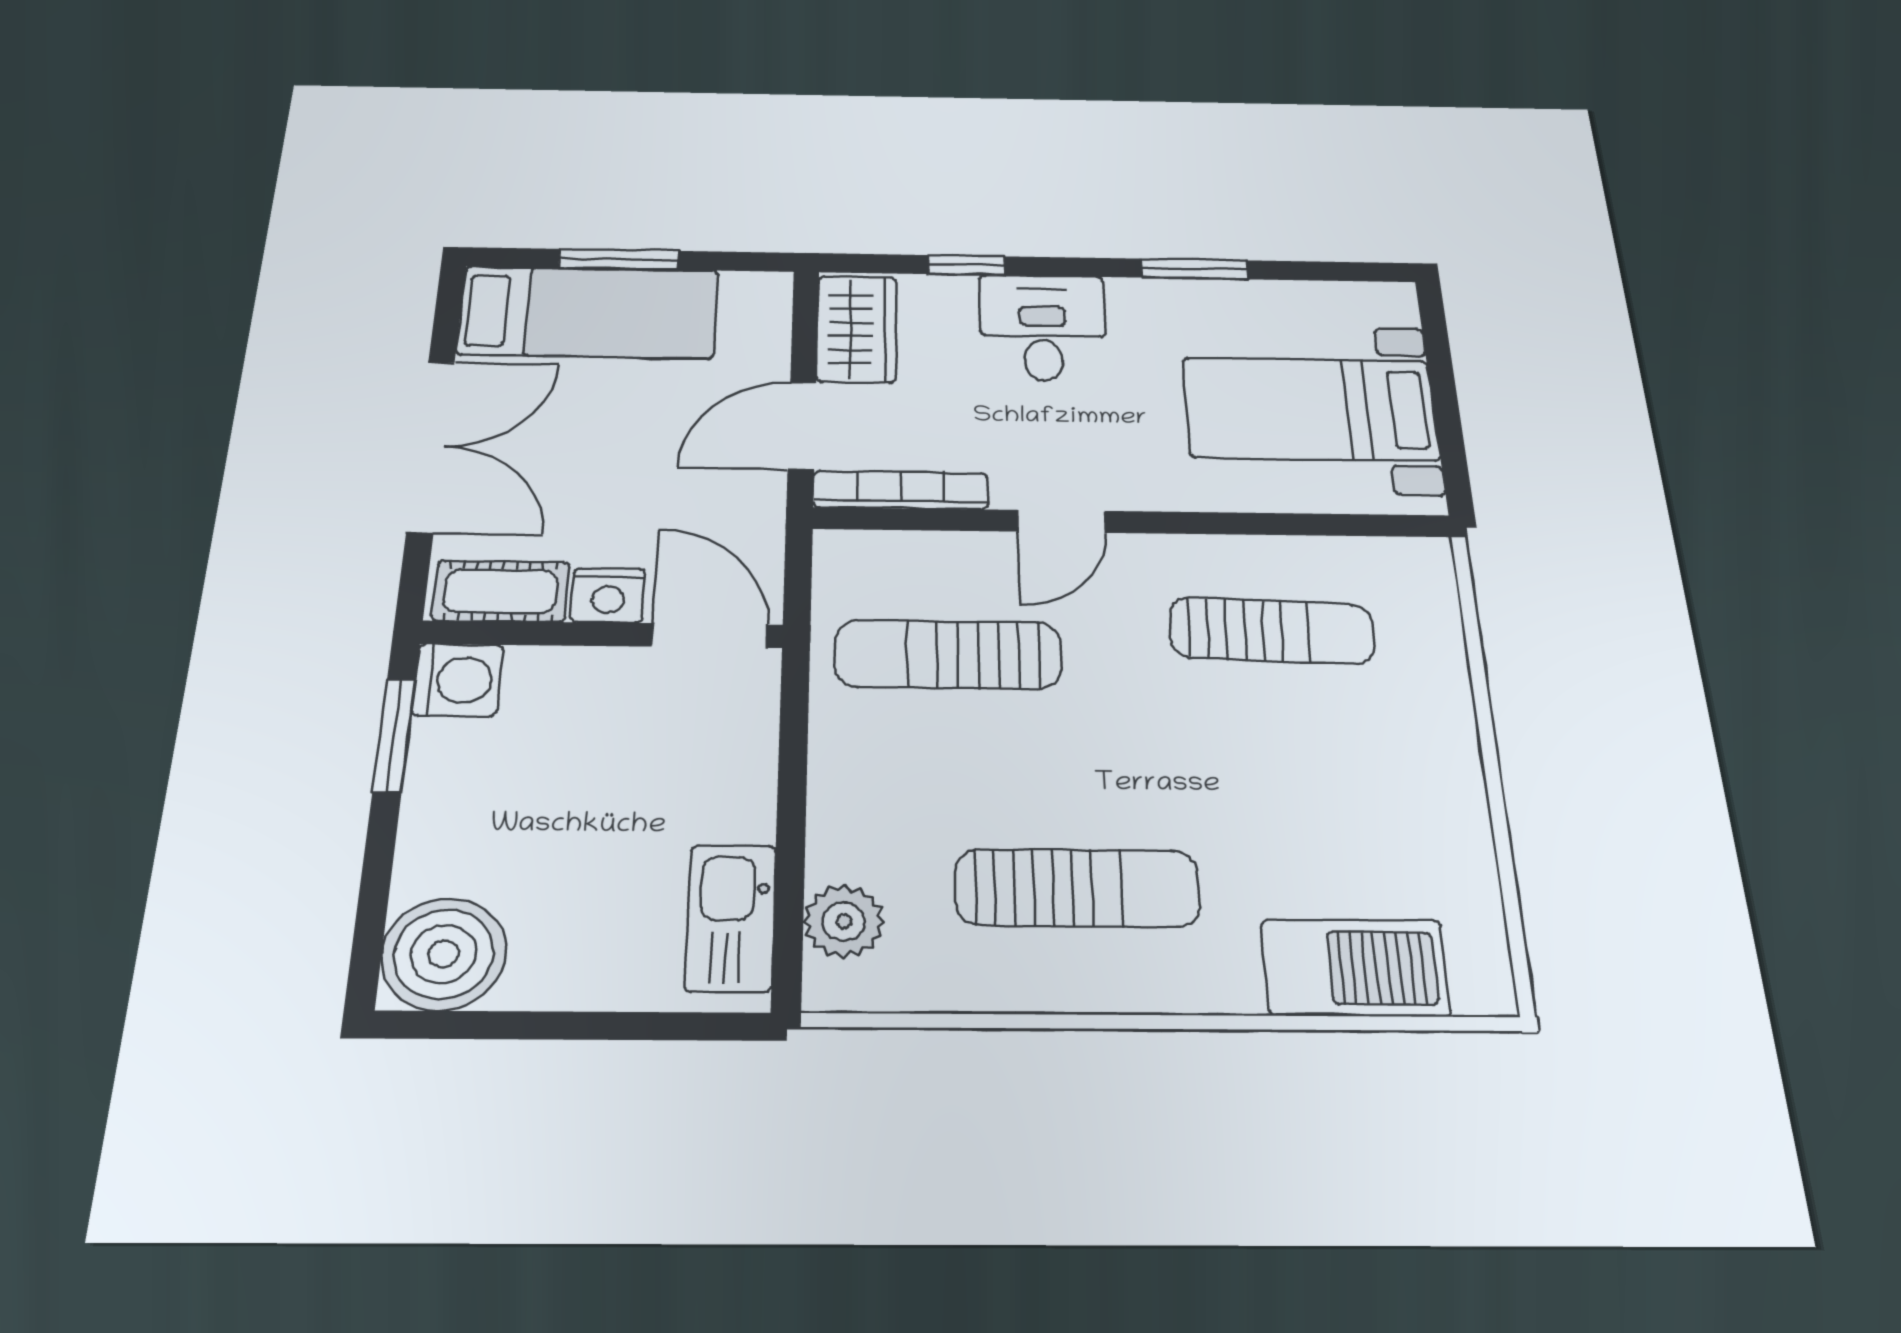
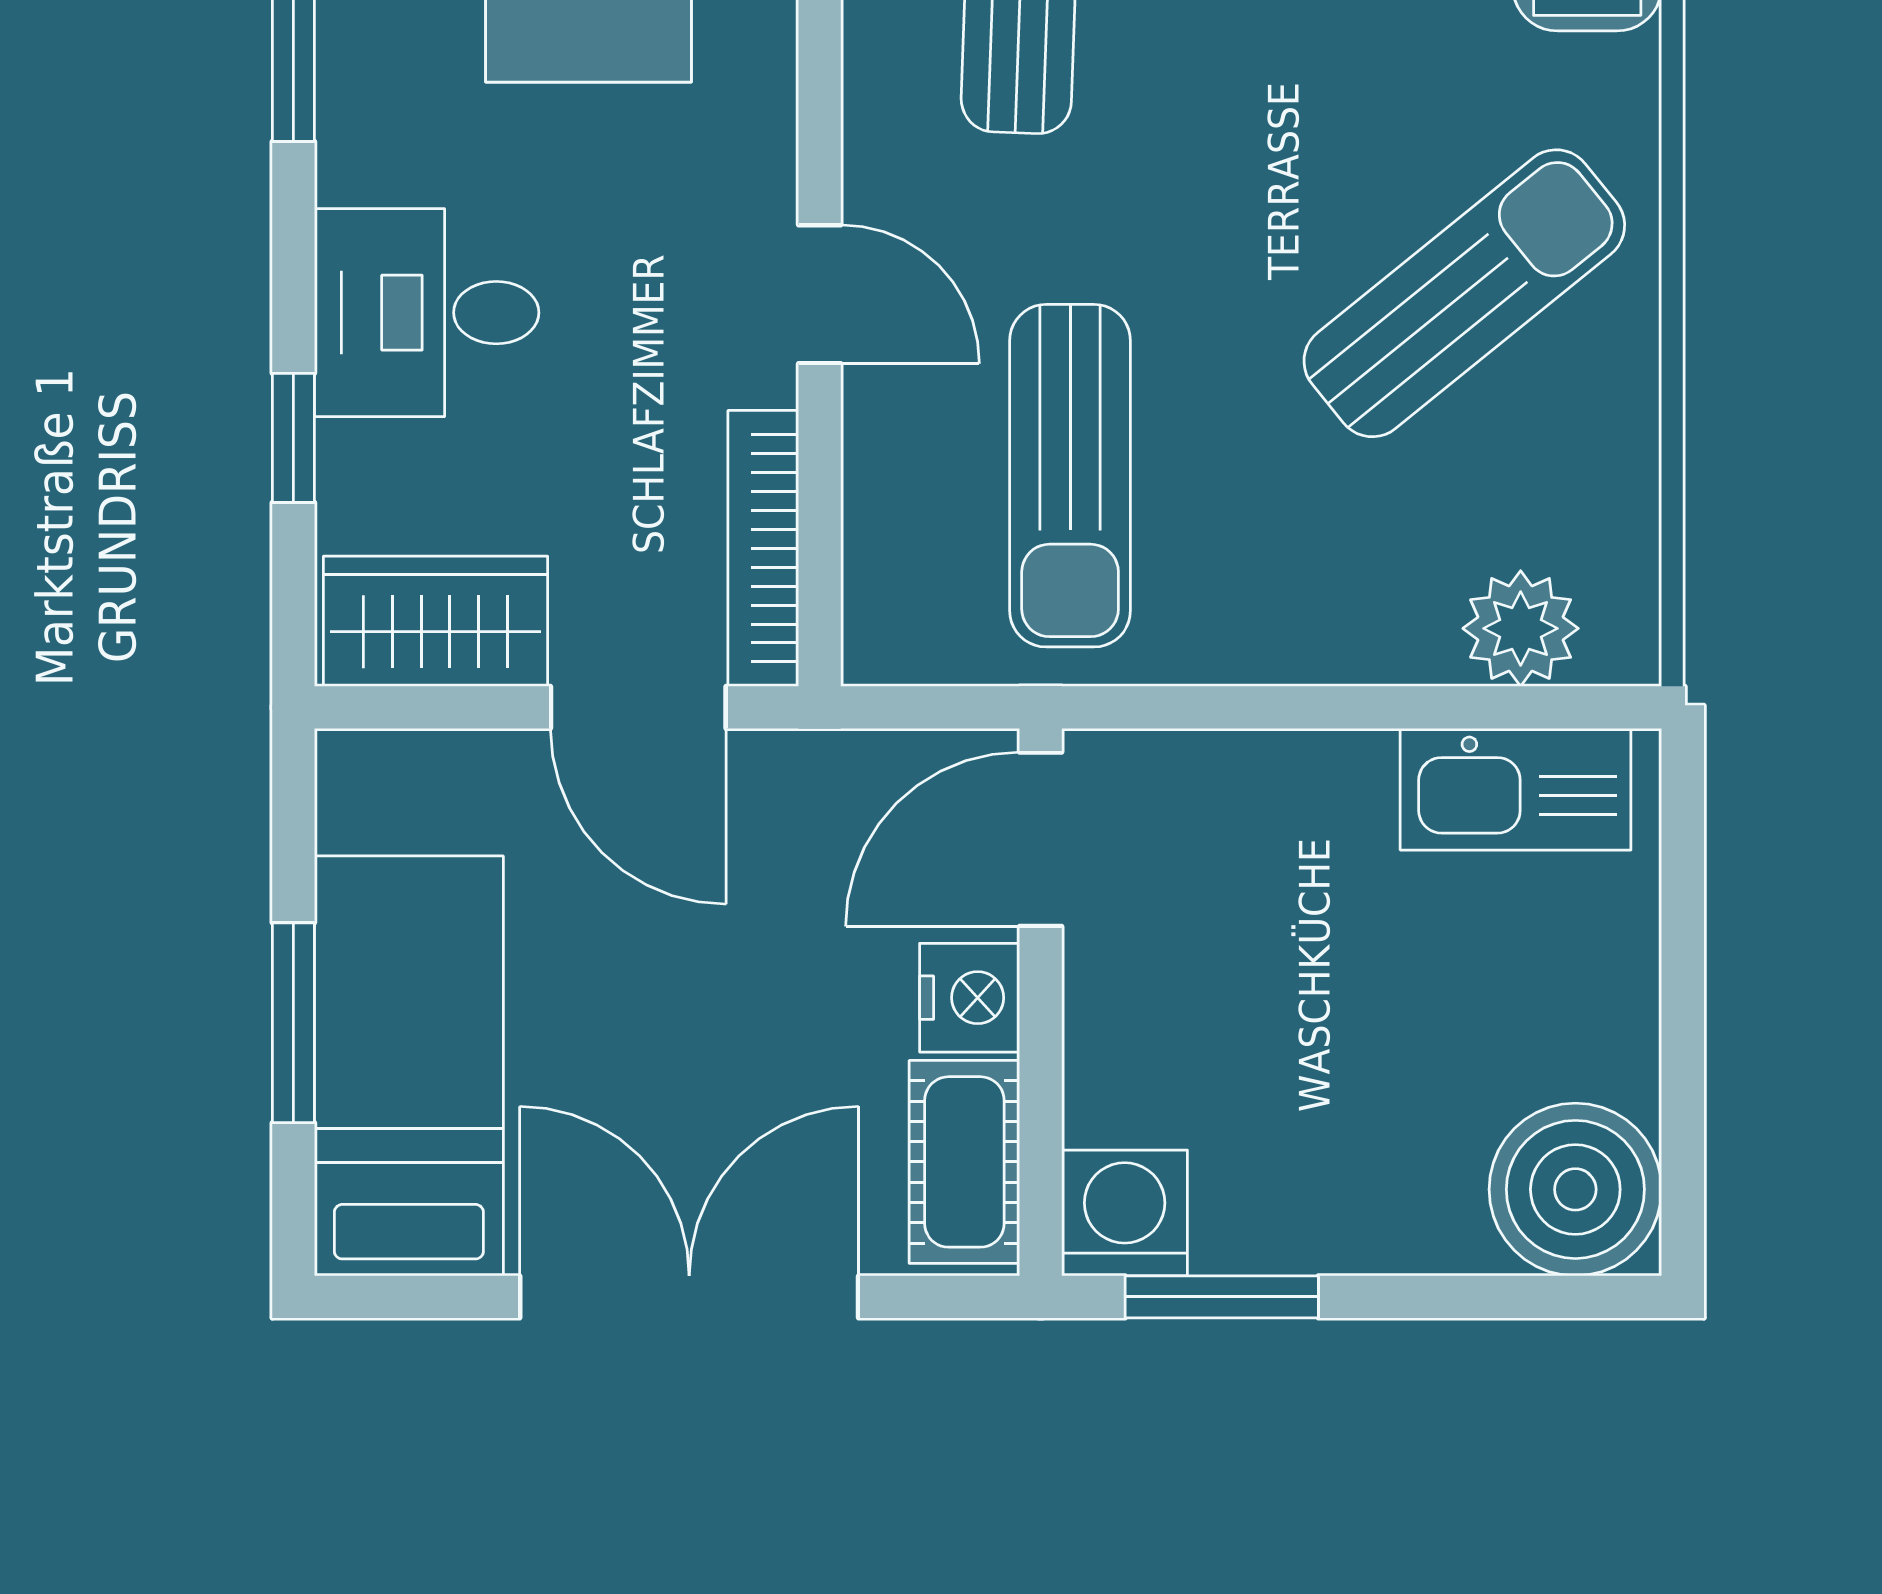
sun lounger: (1077, 888) -> (1464, 293), turned 51

